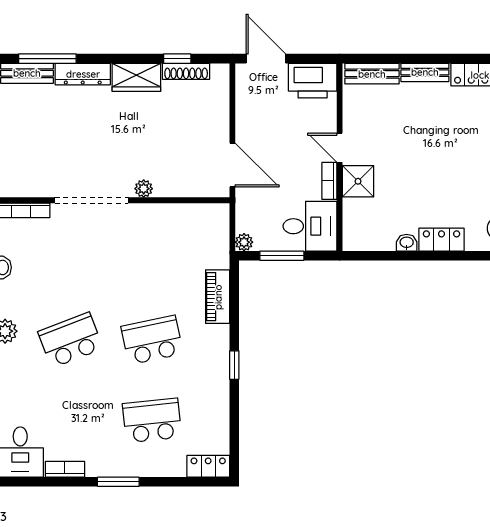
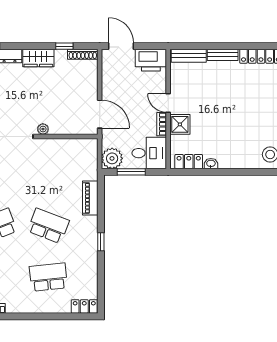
shoe rack: (186, 71) -> (83, 54), moved
locker: (441, 240) -> (189, 162), moved
plant: (244, 242) -> (112, 158), width x1.88, depth x1.88
school desk: (152, 340) -> (48, 226), turned 33
window: (118, 482) -> (27, 316), removed

